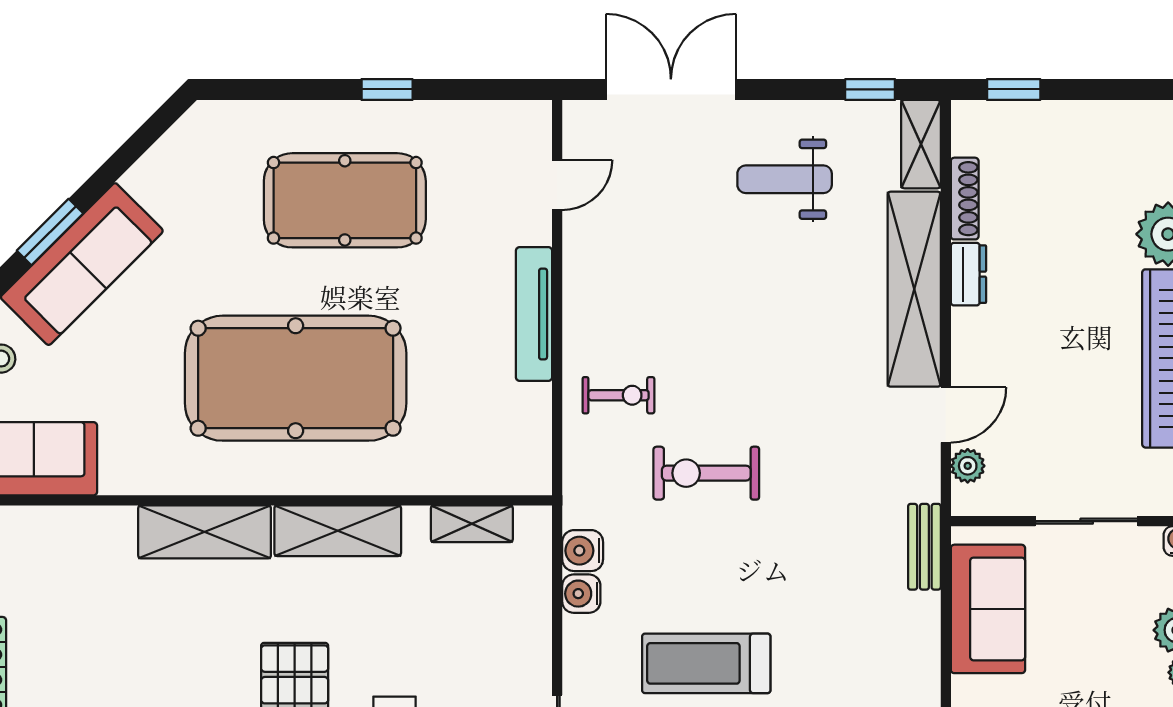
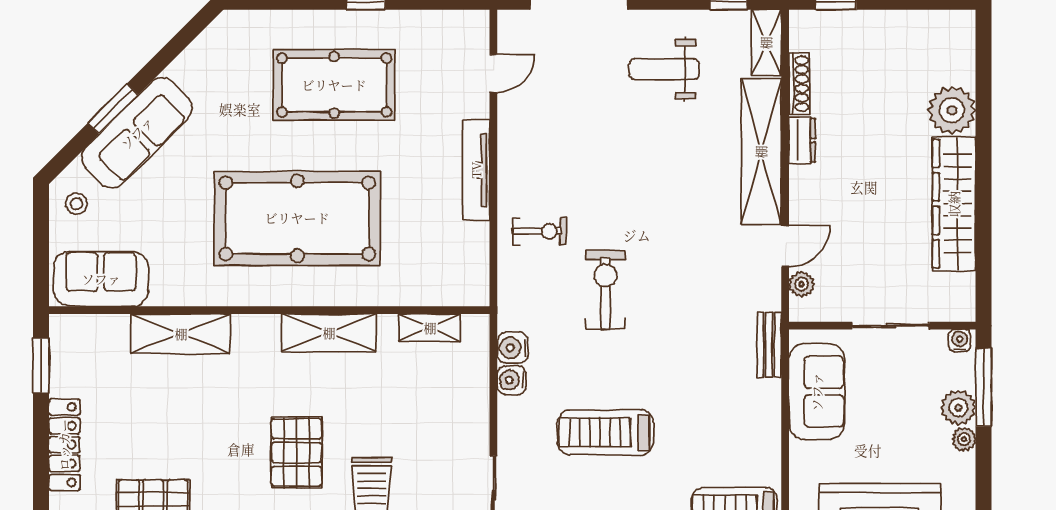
exercise bike: (706, 473) -> (605, 290), turned 90
shelving: (205, 532) -> (181, 334), moved

